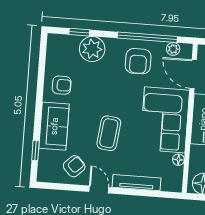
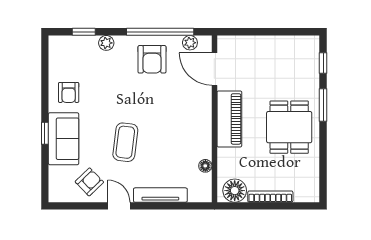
plant: (92, 49) -> (106, 43), width x0.53, depth x0.53
armchair: (62, 85) -> (69, 92), turned 90
corner sofa: (165, 120) -> (187, 123), removed
window: (35, 151) -> (45, 133), moved

